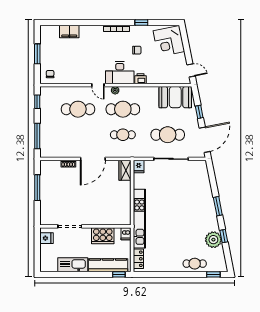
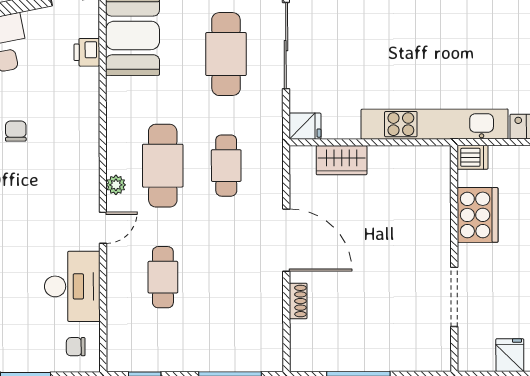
desk: (120, 73) -> (72, 286), moved
printer: (140, 79) -> (87, 52), moved
cafe table: (78, 109) -> (163, 277), width x0.73, depth x0.74
wardrobe: (125, 170) -> (342, 160), moved
fridge: (46, 238) -> (510, 355), moved

